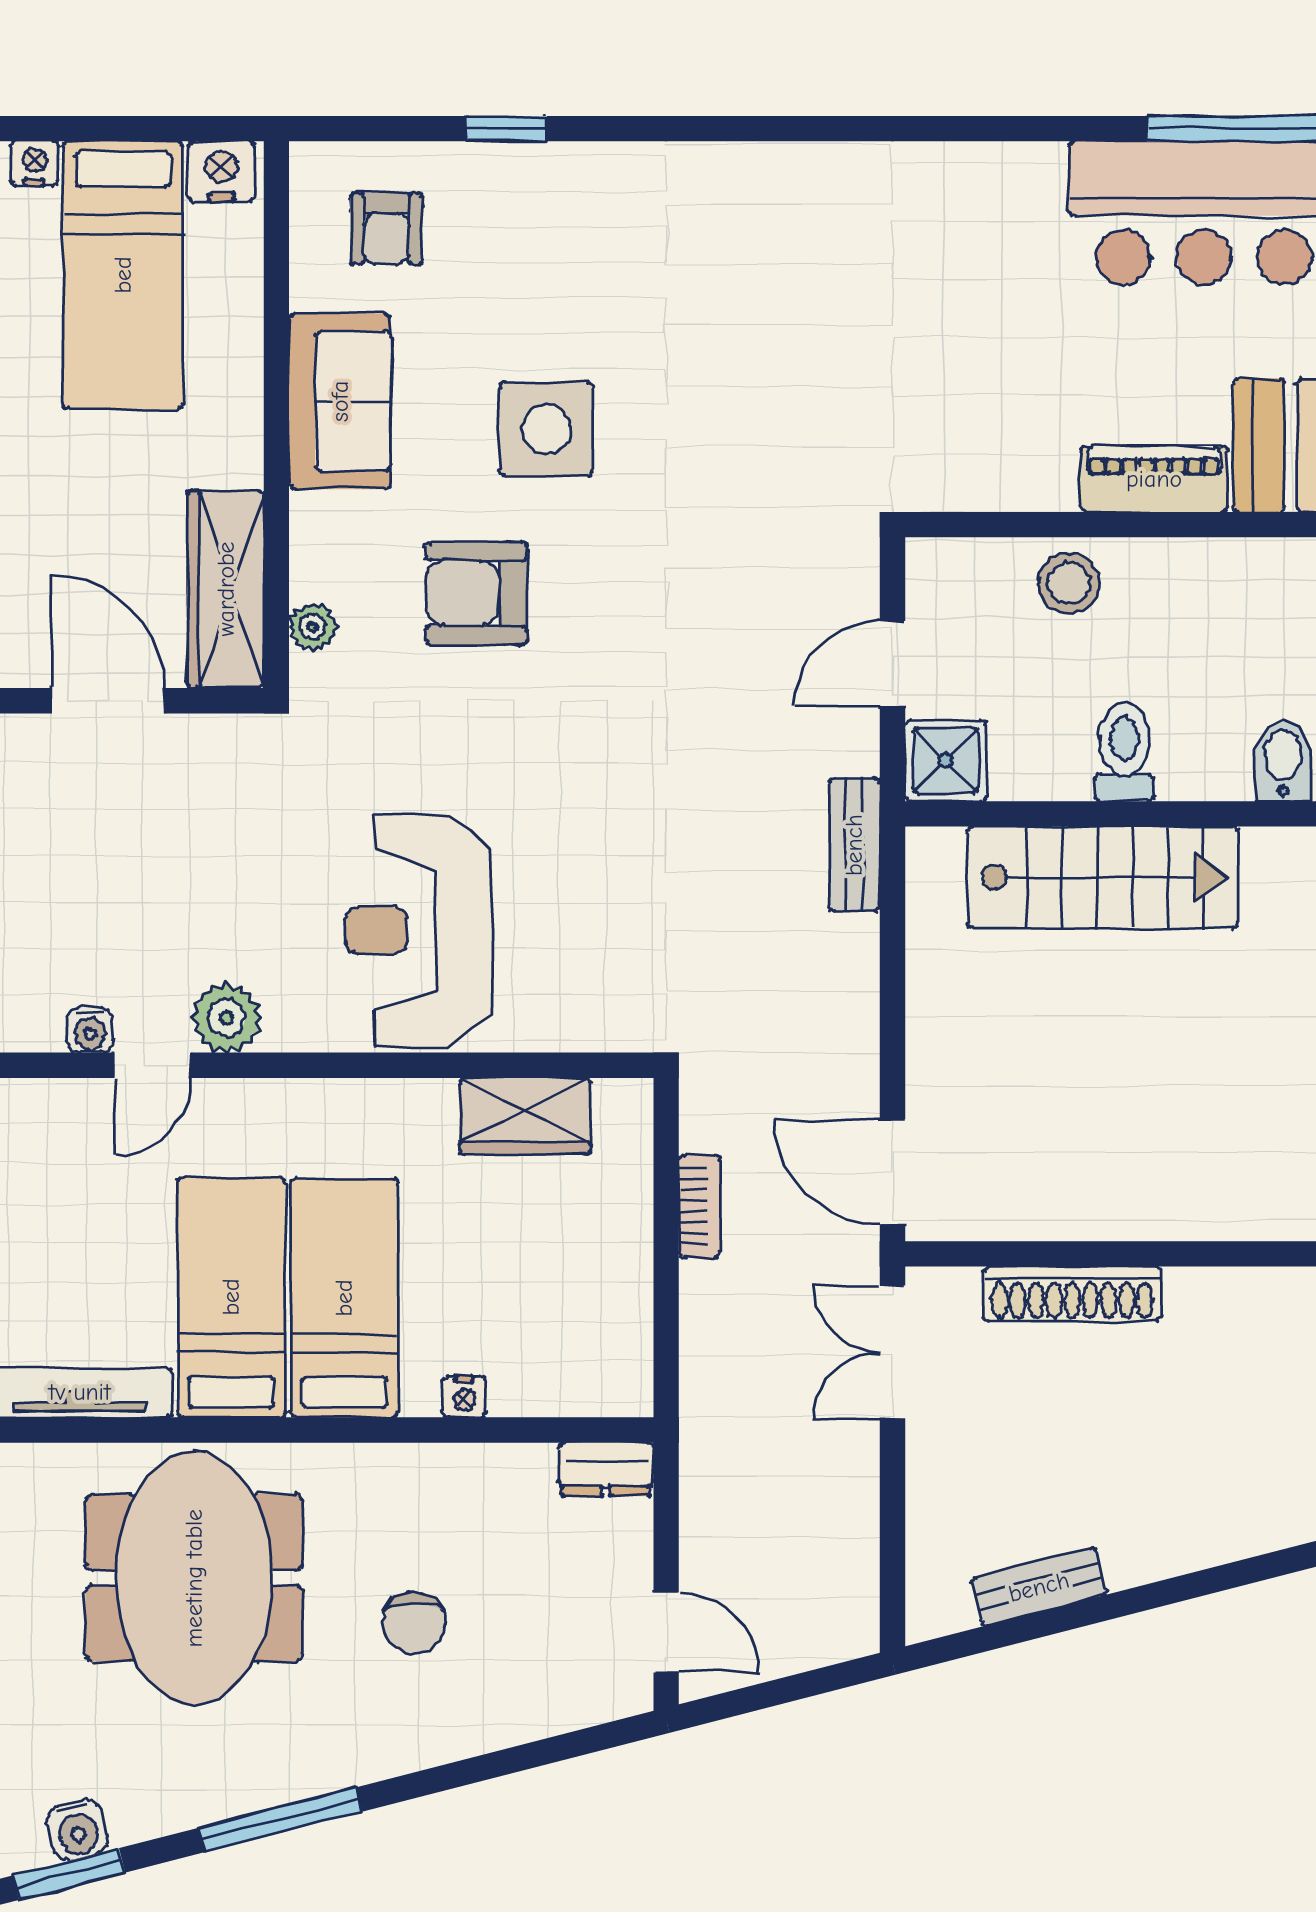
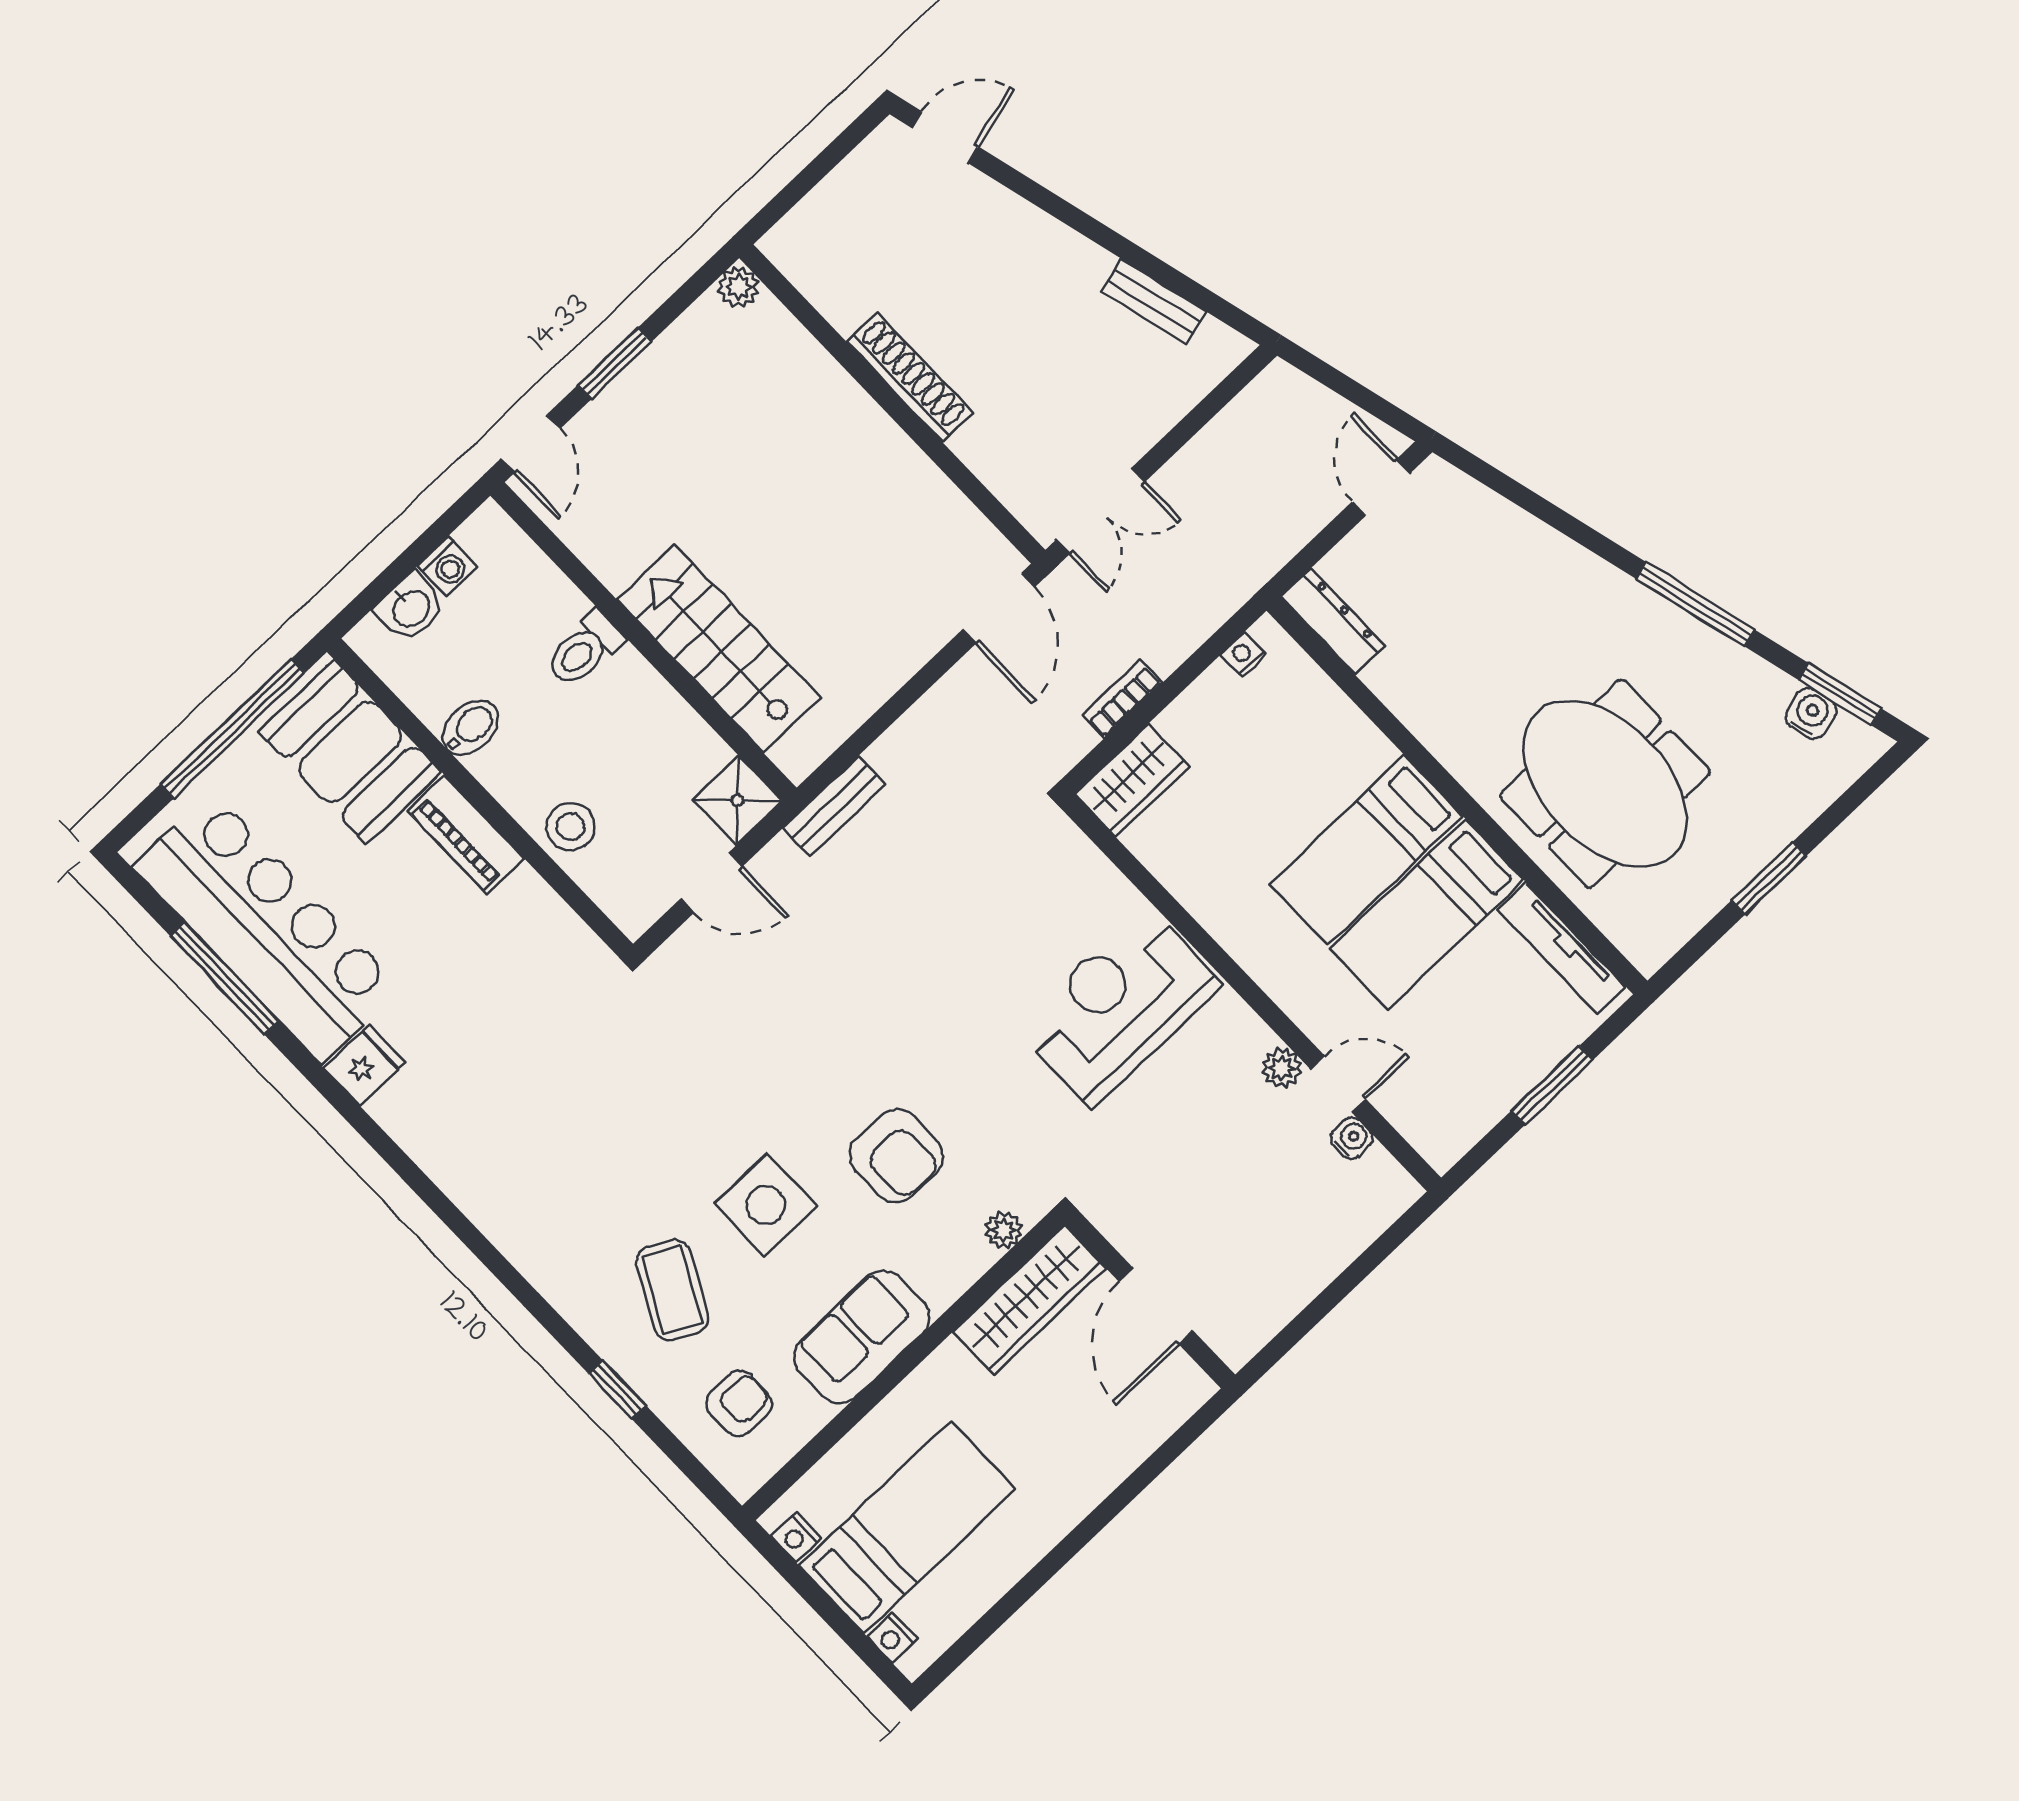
nightstand: (221, 171) -> (796, 1537), width x0.72, depth x0.74
fridge: (1030, 181) -> (365, 1066), added
coffee table: (551, 268) -> (672, 1290), added
toilet: (1124, 752) -> (585, 650), moved
bidet: (1283, 761) -> (471, 728), moved, turned 180
reception desk: (418, 930) -> (1118, 1006), turned 180
plant: (227, 1018) -> (1282, 1068), width x0.73, depth x0.73
wardrobe: (525, 1116) -> (1132, 780), moved, turned 90
shoe rack: (1072, 1294) -> (910, 377), moved
nightstand: (464, 1397) -> (1243, 655), moved, turned -90
dresser: (606, 1469) -> (1333, 621), width x1.44
meeting table: (194, 1578) -> (1605, 784), turned 90
chair: (414, 1623) -> (1512, 635), removed

